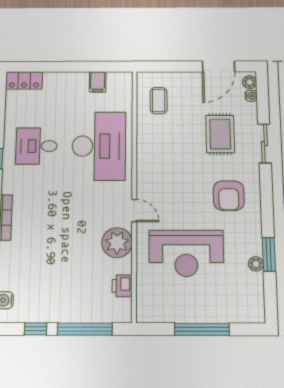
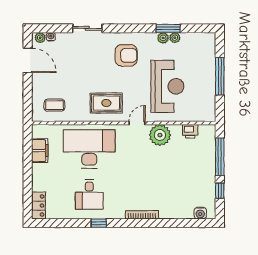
filing cabinet: (98, 82) -> (40, 151), width x2.00
rug: (220, 134) -> (106, 103), moved
plant: (255, 247) -> (163, 38), added

